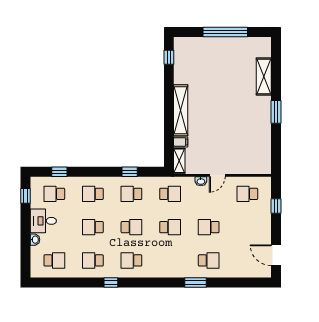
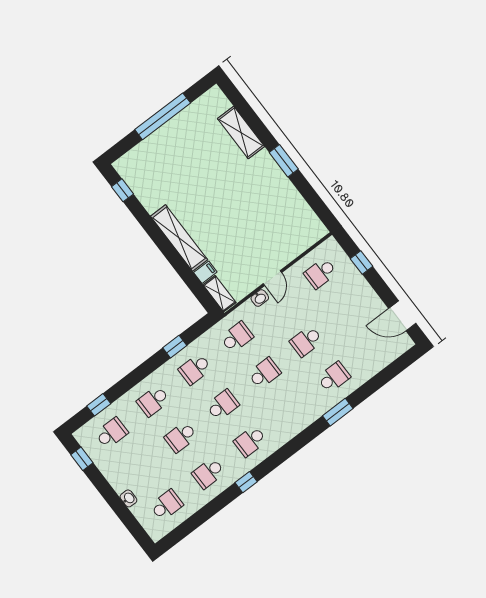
school desk: (54, 194) -> (111, 433), turned 180
desk: (43, 221) -> (122, 471), removed

